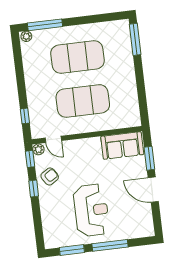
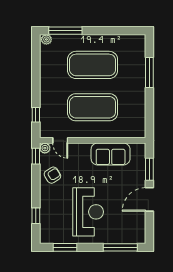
window: (135, 39) -> (149, 73), moved
sofa: (122, 145) -> (111, 154), moved
window: (34, 188) -> (36, 216), moved
door: (153, 190) -> (149, 199), hinge flipped
window: (110, 245) -> (120, 247), moved

